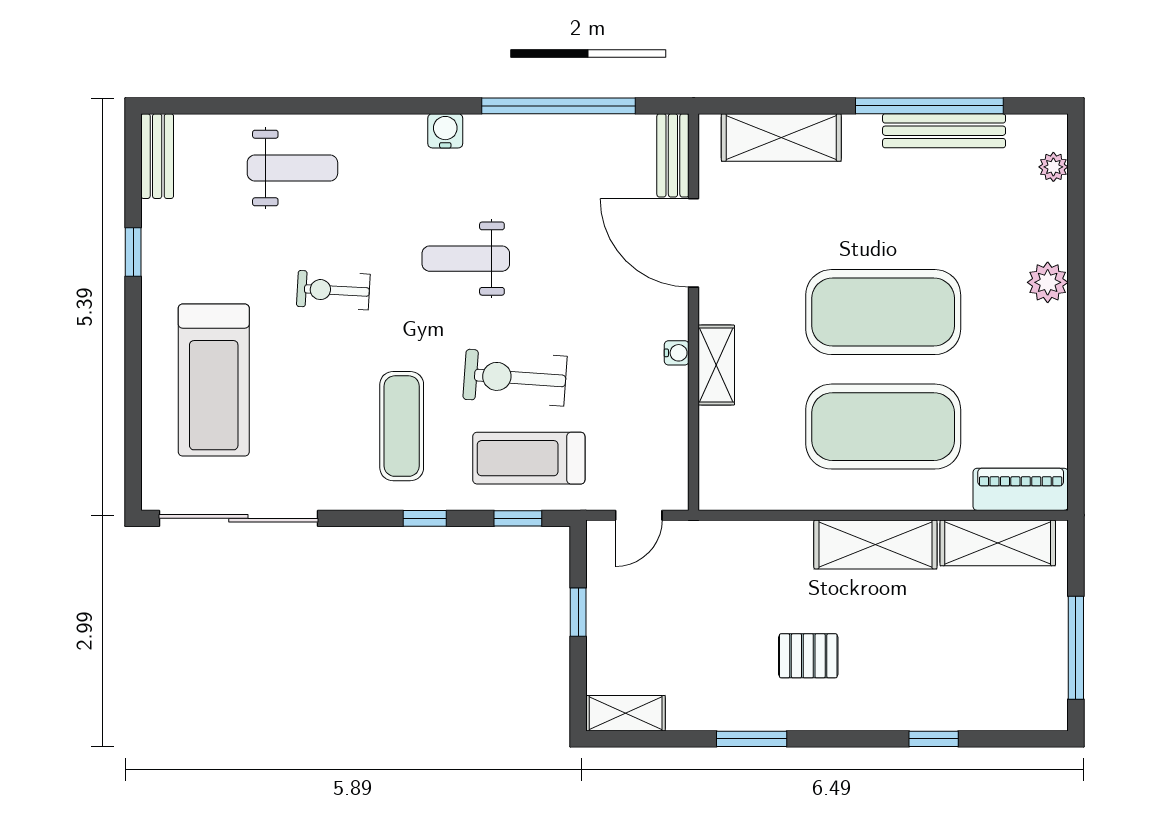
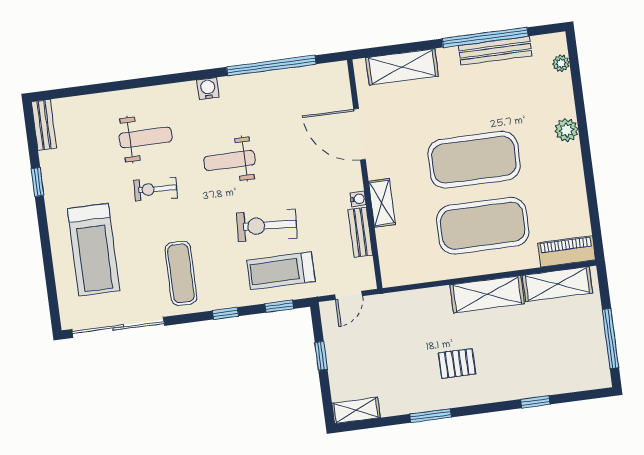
bench: (673, 155) -> (360, 232), moved
weight bench: (292, 168) -> (146, 137), moved
exercise mat: (402, 426) -> (181, 273), moved

